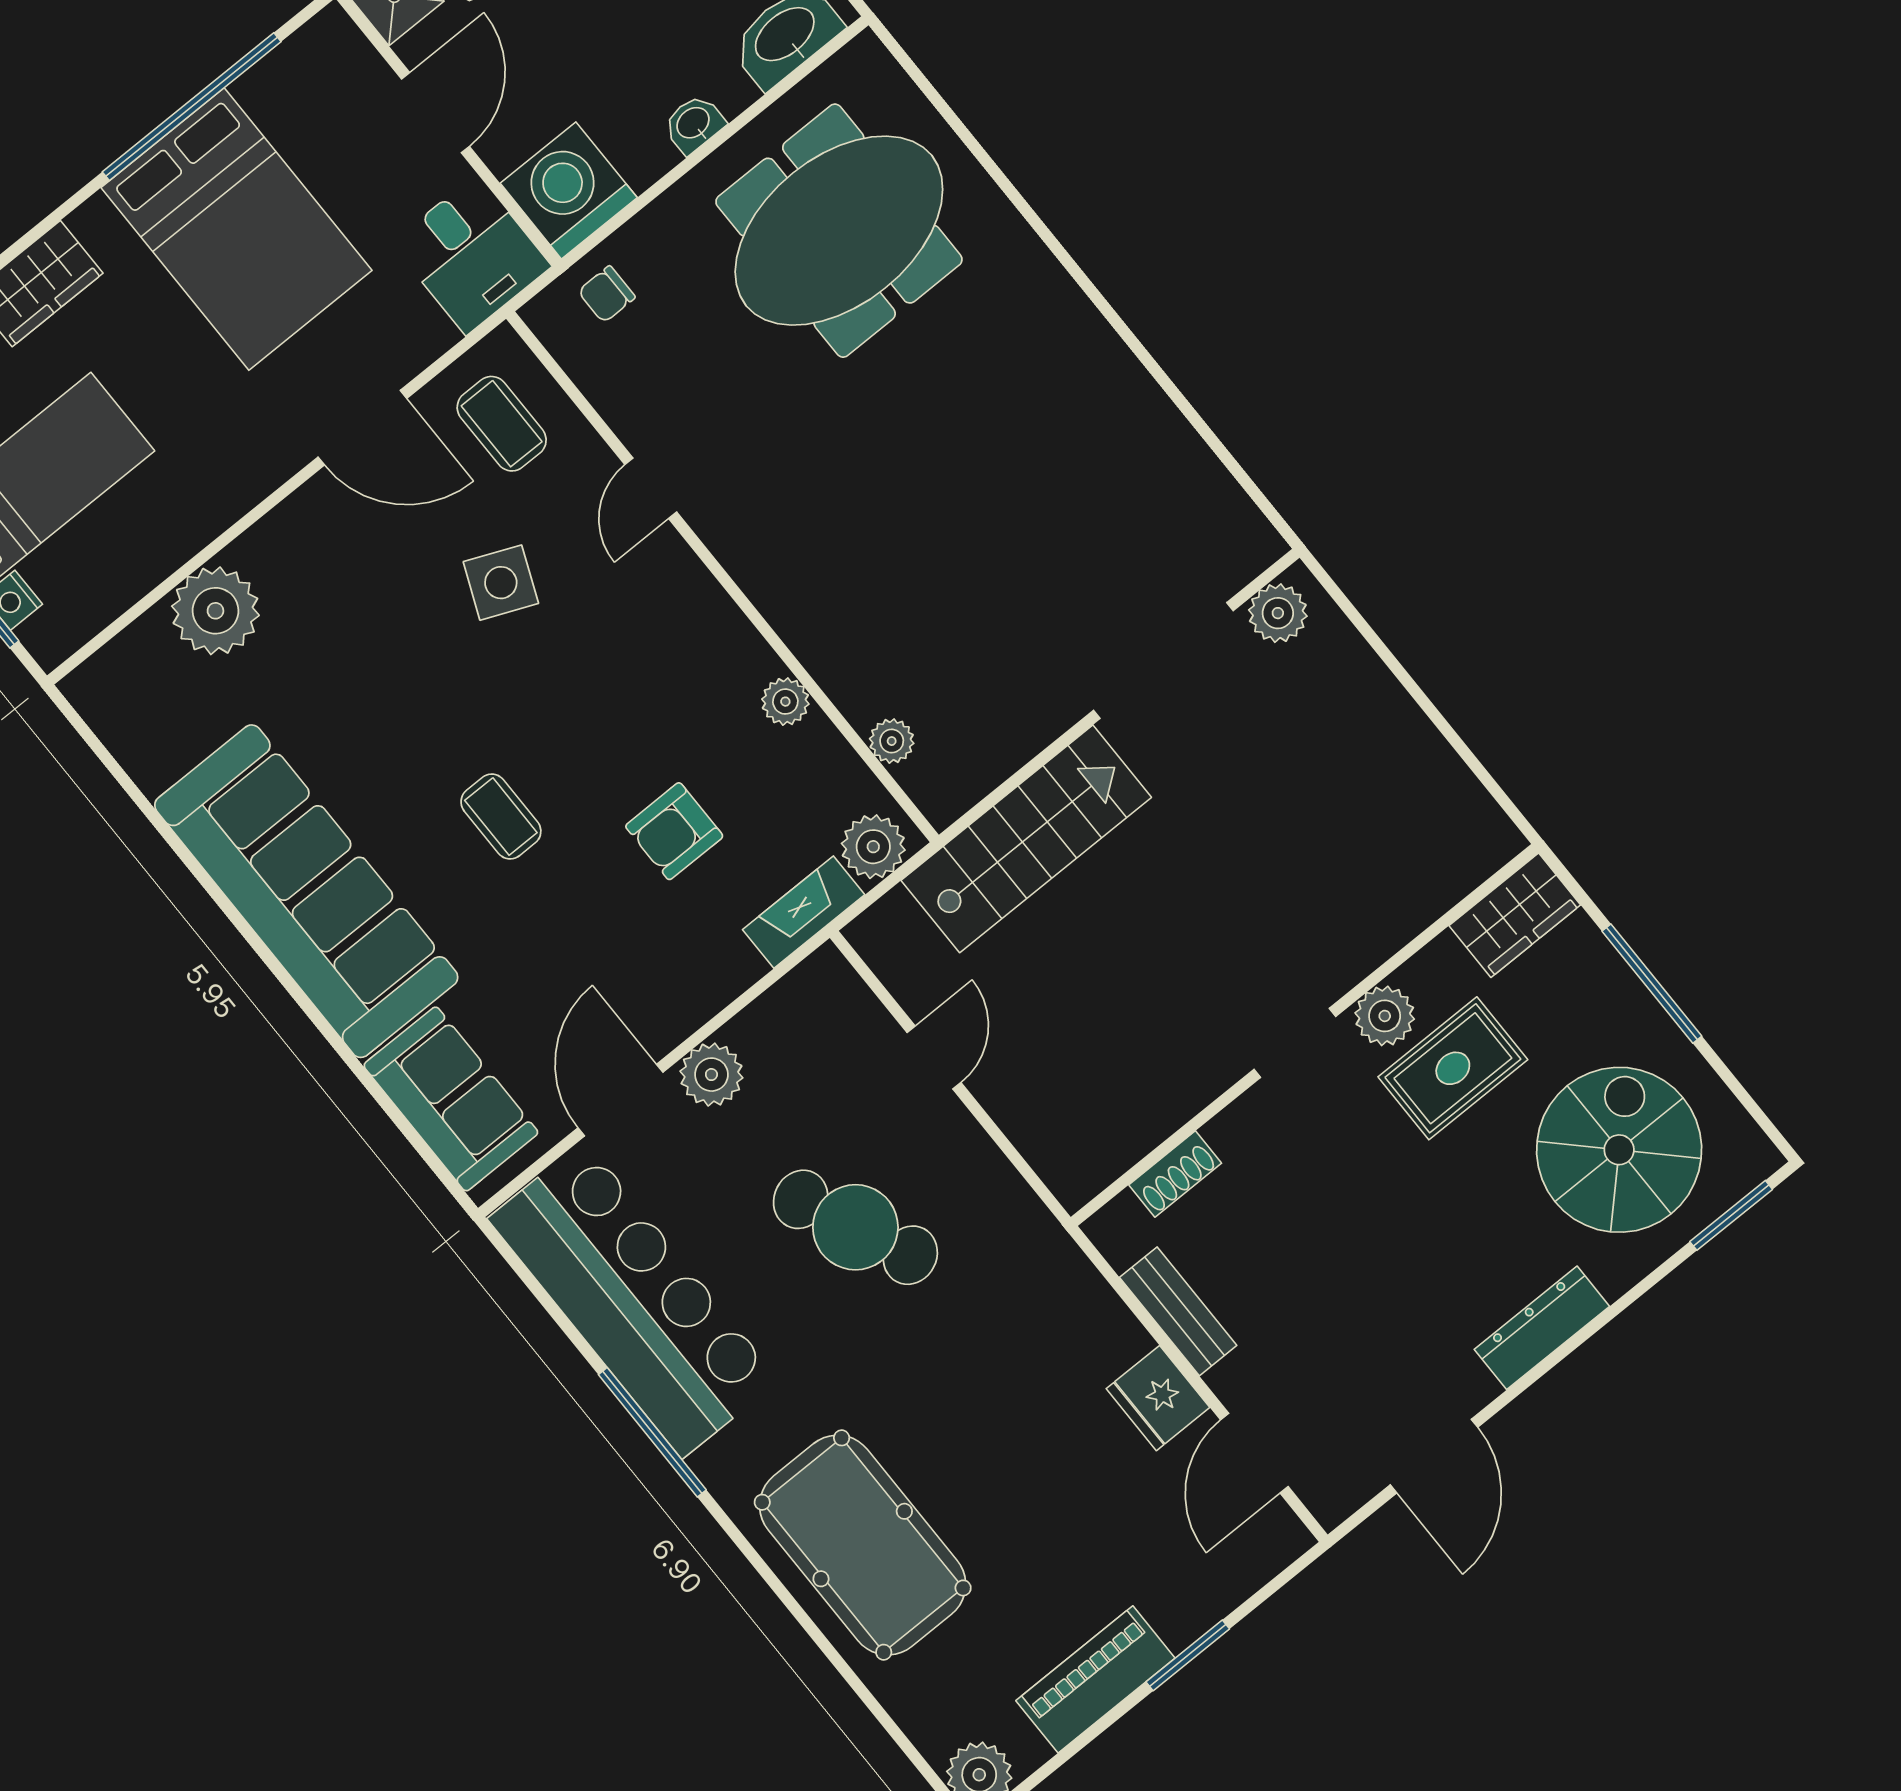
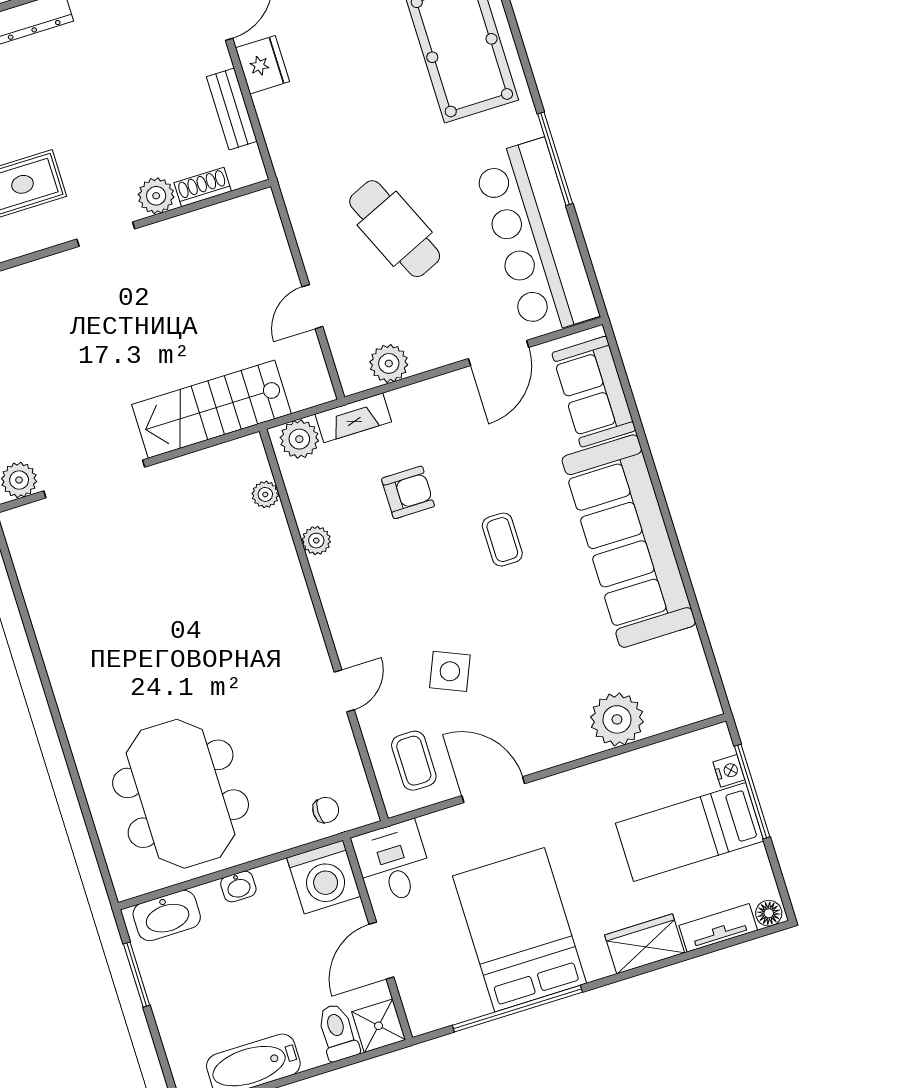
meeting table: (839, 231) -> (181, 794), turned 90
plant: (1385, 1016) -> (156, 196), moved
plant: (711, 1075) -> (389, 363), moved

